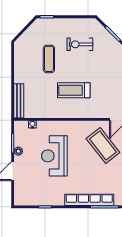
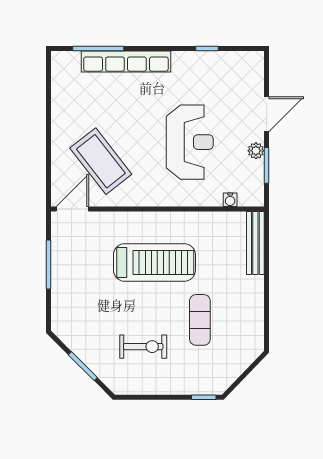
treadmill: (74, 90) -> (154, 262), width x1.37, depth x1.38

